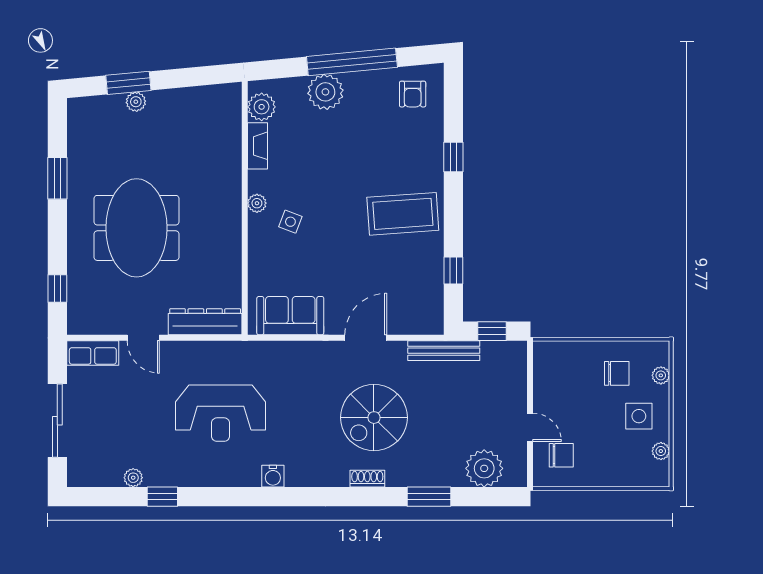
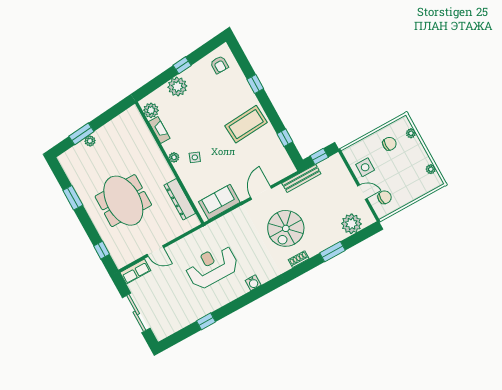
window: (352, 62) -> (182, 65), width x0.32
dresser: (205, 322) -> (180, 199), moved, turned -90
reception desk: (221, 413) -> (212, 267), turned 180
side table: (639, 416) -> (365, 167), moved
plant: (133, 478) -> (187, 320), removed

